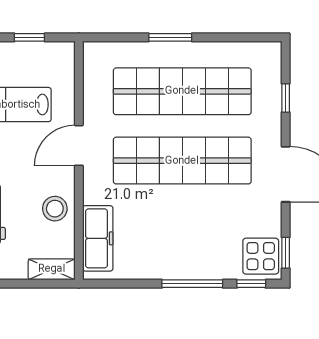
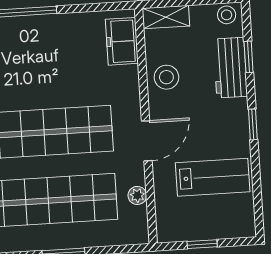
plant: (92, 91) -> (137, 195), added
freezer: (98, 238) -> (122, 41), width x0.71

